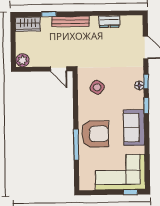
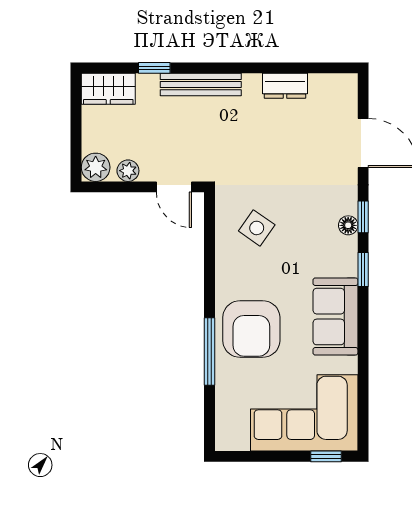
plant: (37, 62) -> (128, 171), added
armchair: (95, 134) -> (251, 329), turned 90

